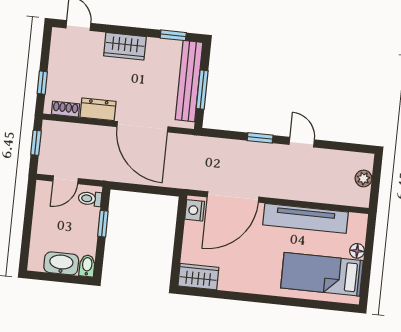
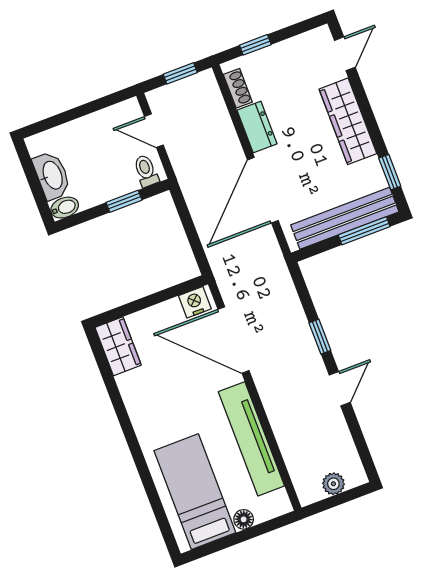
wardrobe: (125, 46) -> (348, 121), width x1.50
window: (202, 90) -> (364, 231), moved

